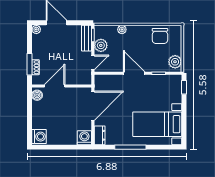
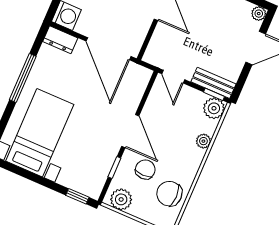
plant: (101, 45) -> (214, 108), moved
chair: (152, 55) -> (145, 169), added
door: (134, 73) -> (130, 131), hinge flipped

